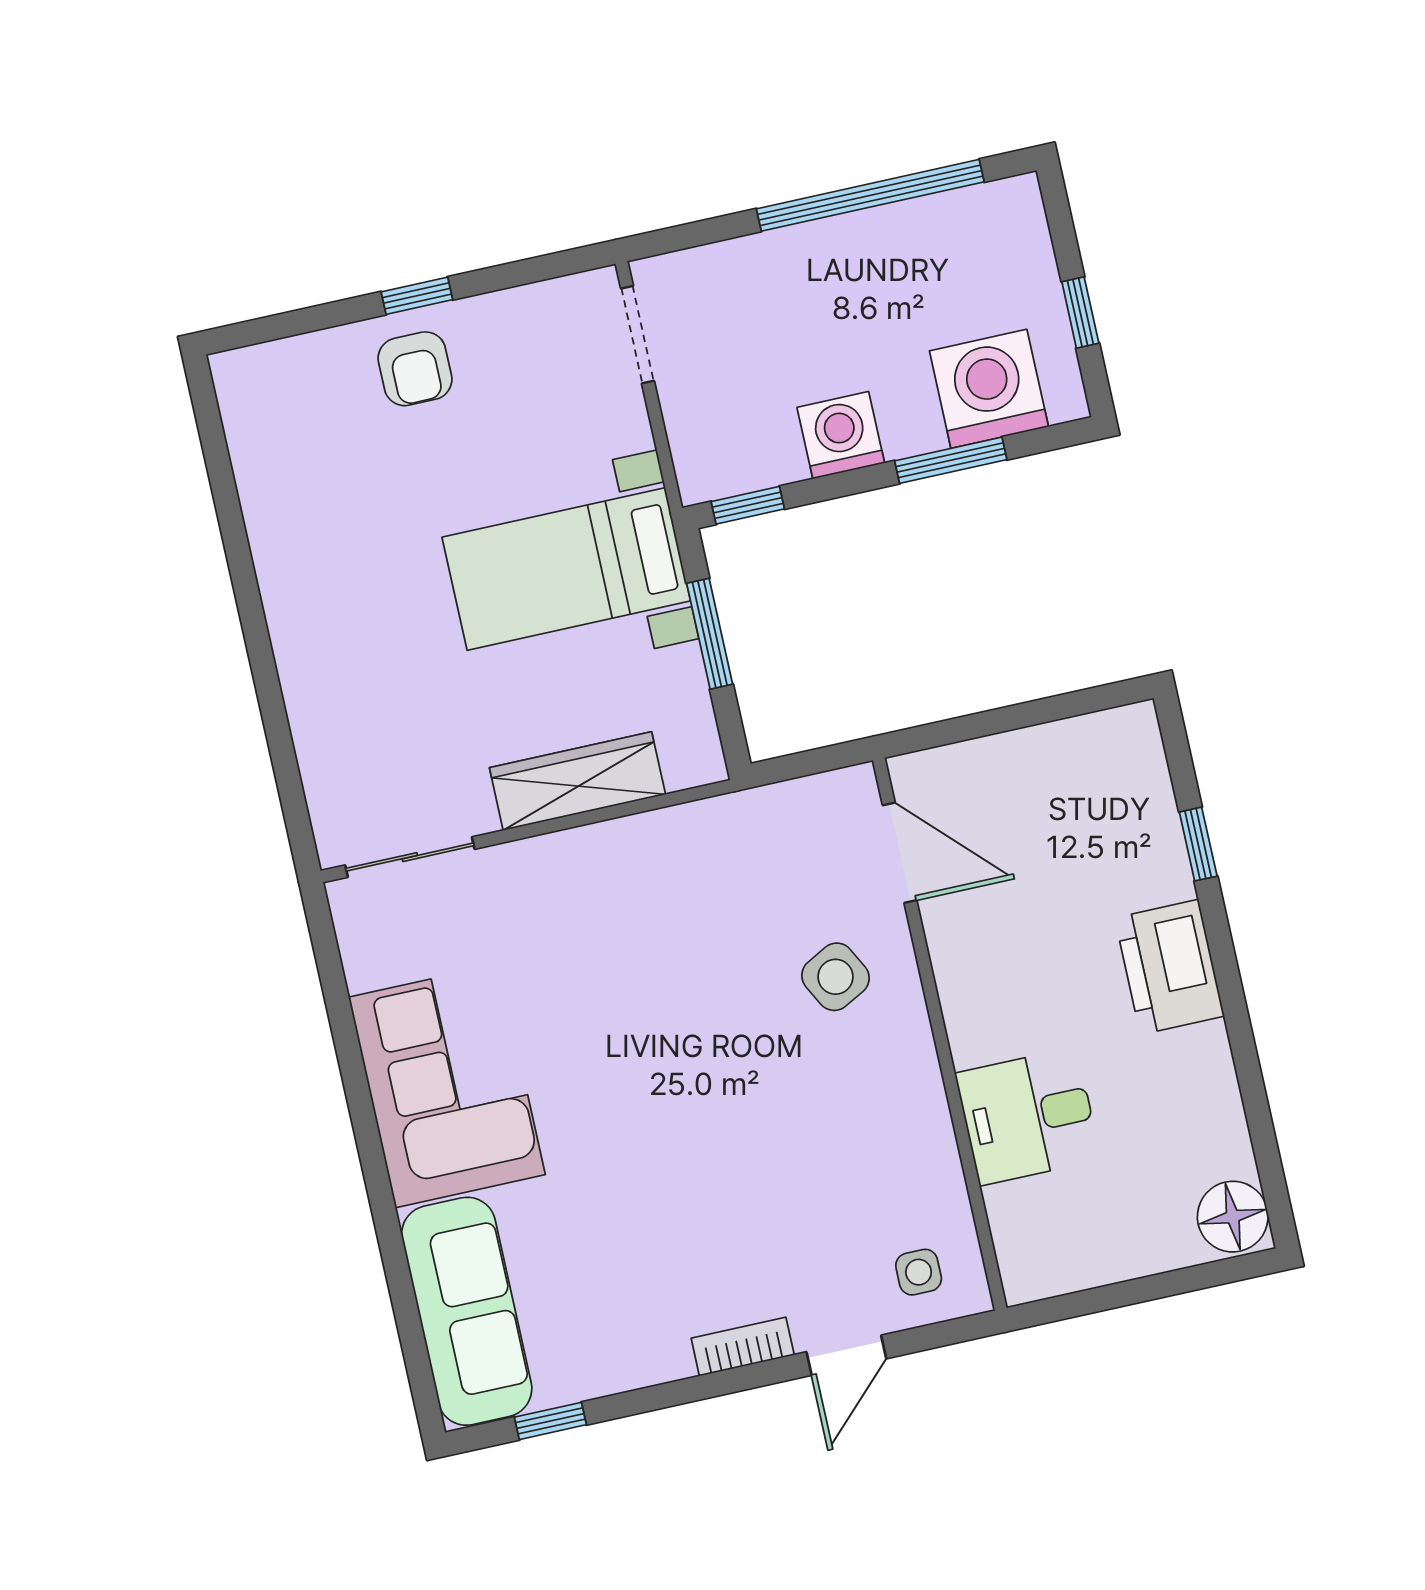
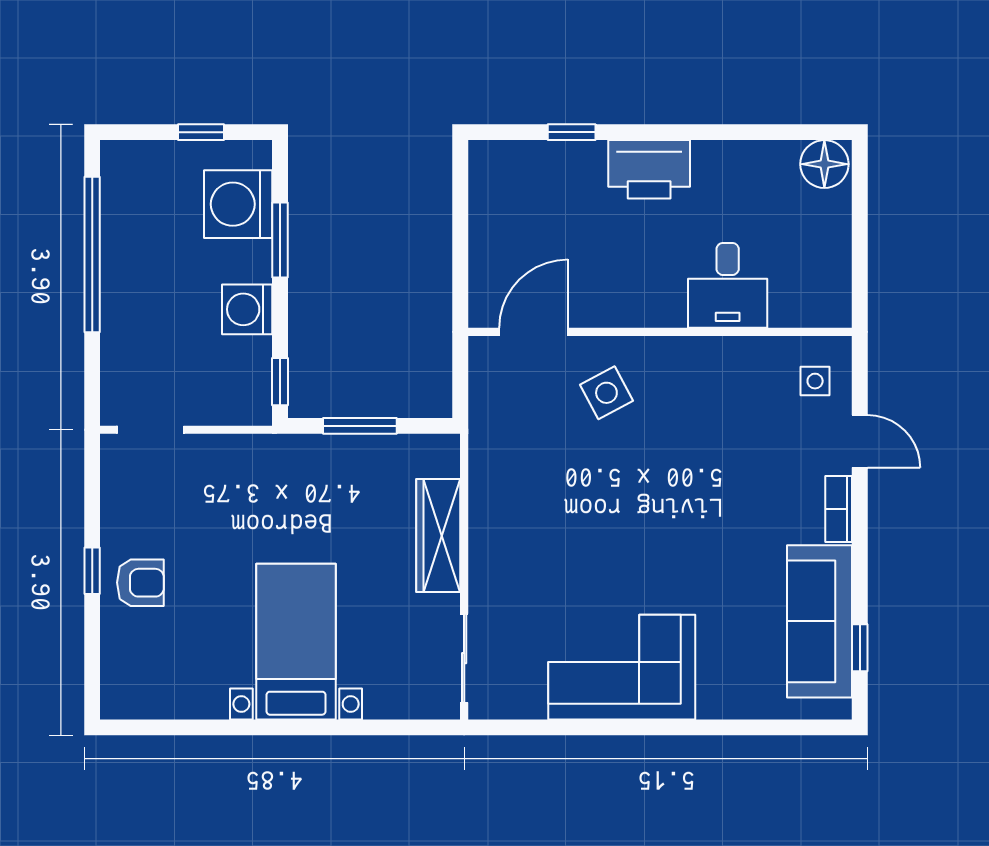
bed with nightstands: (566, 569) -> (296, 642), moved, turned 180
sofa: (467, 1311) -> (819, 621), moved, turned -90

